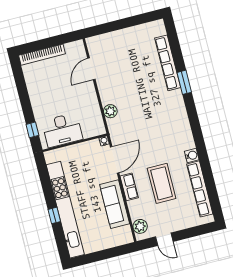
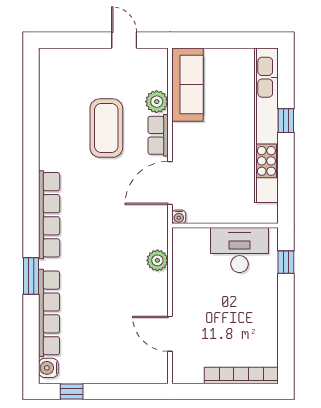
window: (142, 19) -> (72, 392), added
door: (91, 69) -> (170, 334), swing flipped
water cooler: (192, 155) -> (48, 368), moved
row of seats: (200, 189) -> (49, 215), moved
sofa: (115, 204) -> (188, 85), moved
plant: (140, 226) -> (157, 102), moved

